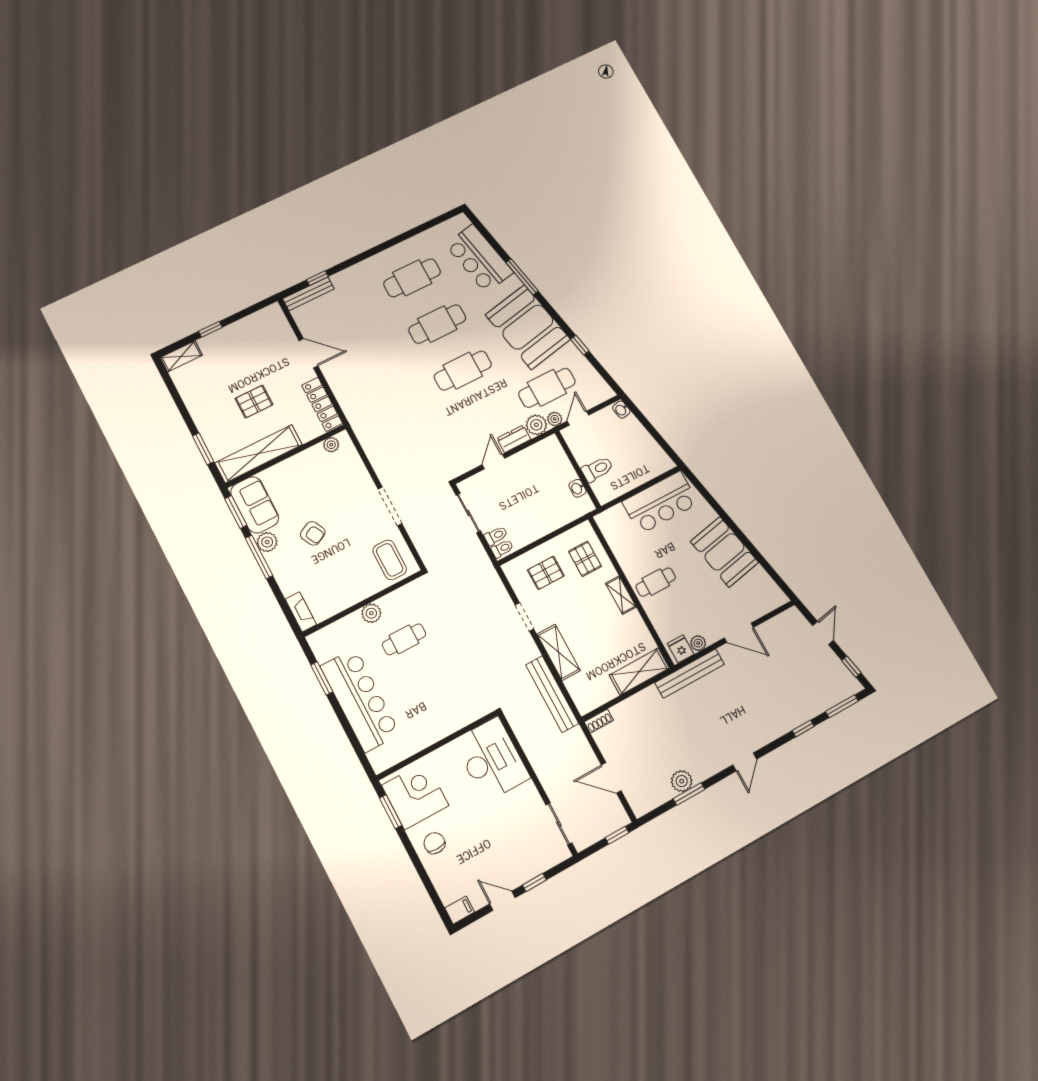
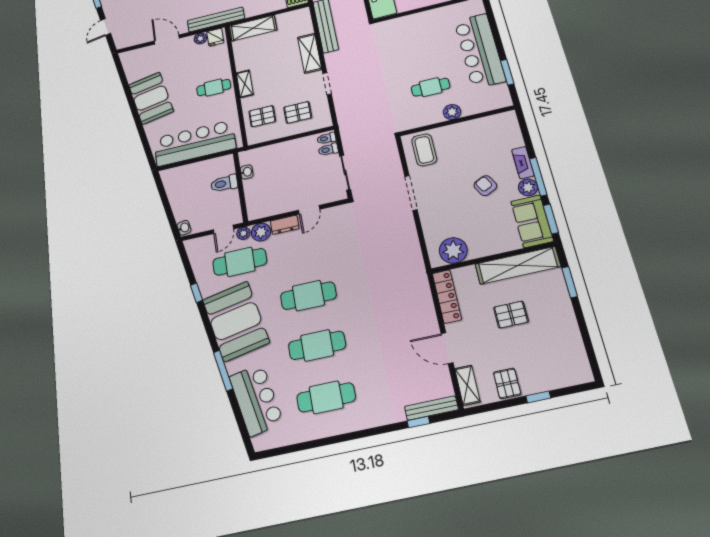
pallet: (243, 334) -> (507, 383), added
shelving: (181, 356) -> (467, 385), moved, turned 90
plant: (331, 445) -> (453, 250), width x1.88, depth x1.88
bar counter: (660, 503) -> (195, 143), width x1.36
pallet: (585, 559) -> (262, 116), turned 90
fireplace: (301, 612) -> (523, 163), moved

